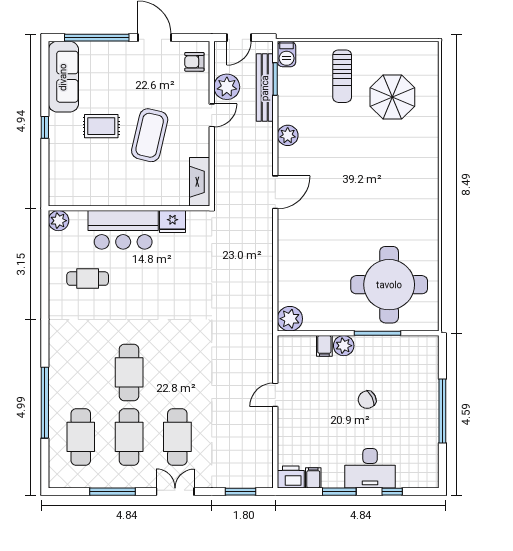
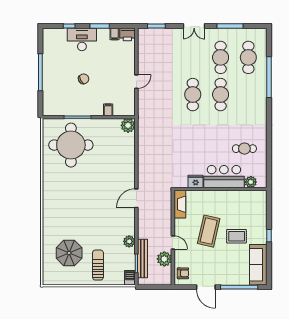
door: (239, 38) -> (157, 287), removed
door: (212, 115) -> (173, 242), swing flipped
plant: (288, 135) -> (129, 241), moved
plant: (59, 221) -> (251, 182), moved
plant: (344, 346) -> (97, 110), removed
cafe table: (177, 437) -> (193, 95), moved

